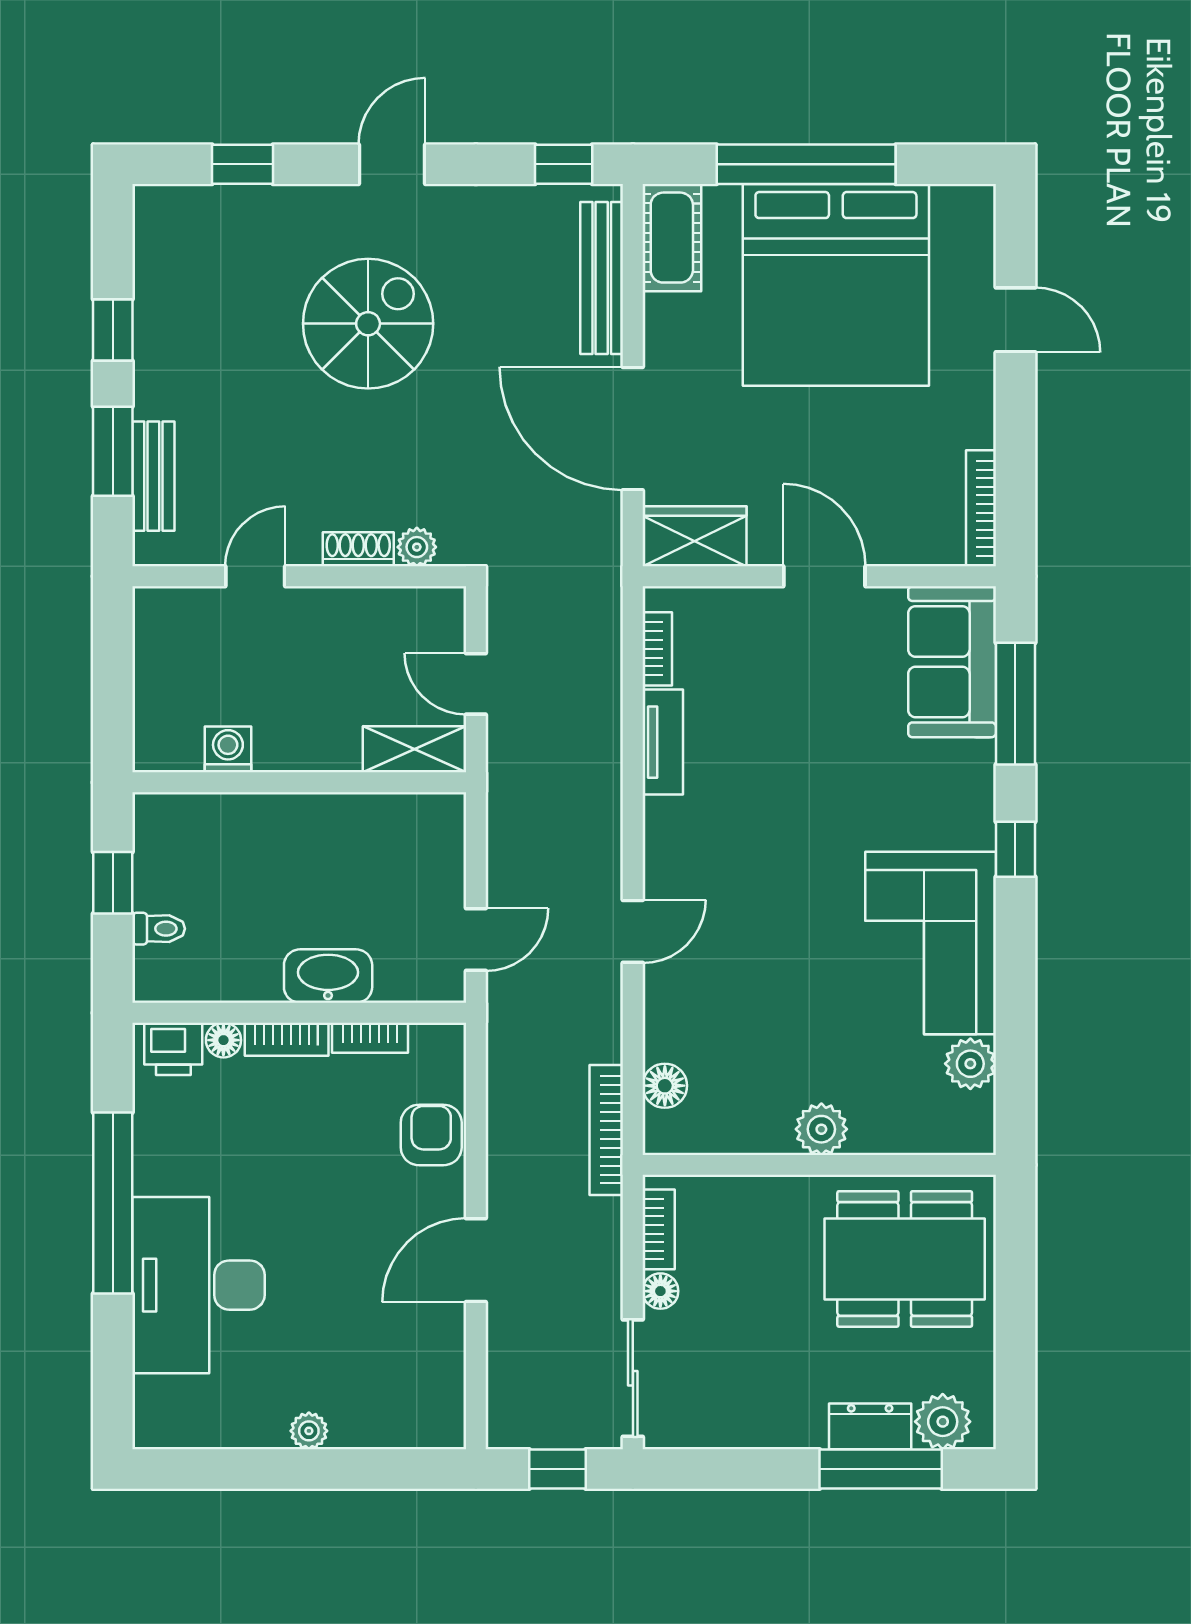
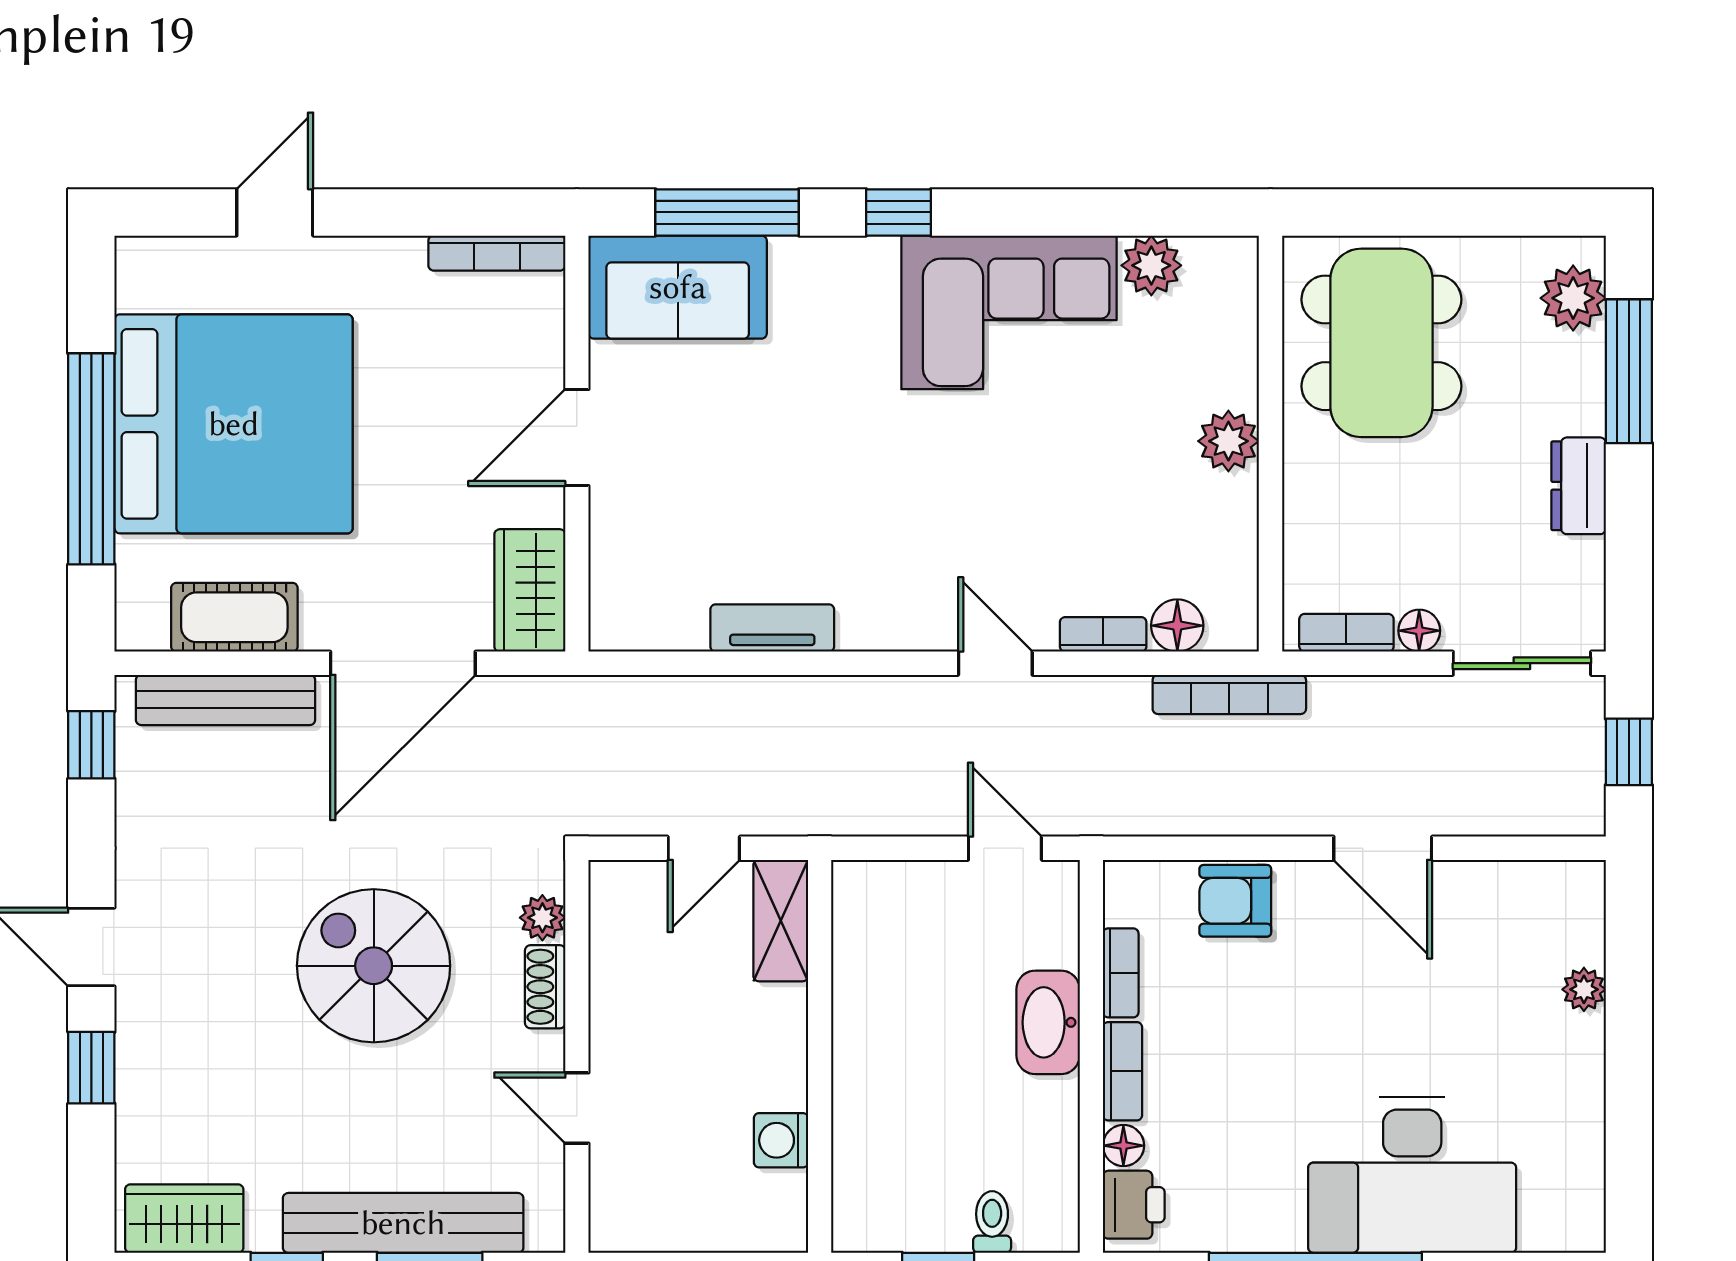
window: (242, 164) -> (91, 1068), moved
cot: (672, 238) -> (234, 617), moved
wardrobe: (162, 243) -> (184, 1219), added
spiral stairs: (368, 324) -> (374, 966), moved
bench: (153, 476) -> (403, 1223), width x1.86, depth x1.21
bookcase: (657, 649) -> (1103, 634), moved
dresser: (870, 1426) -> (1579, 486), moved
plant: (309, 1431) -> (1584, 989), moved

